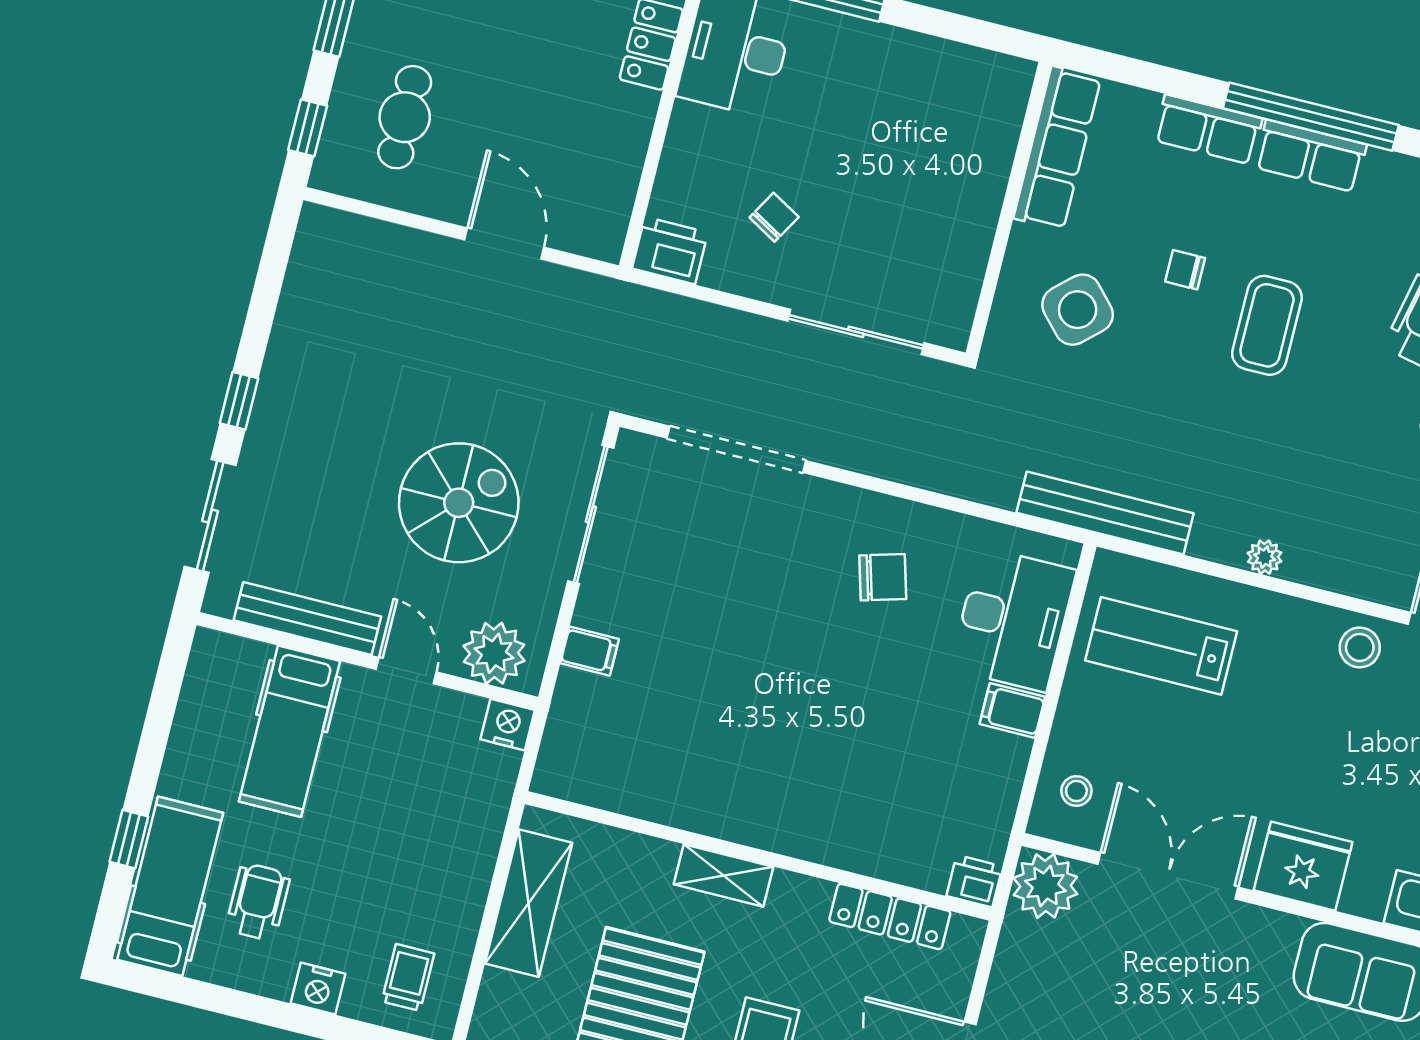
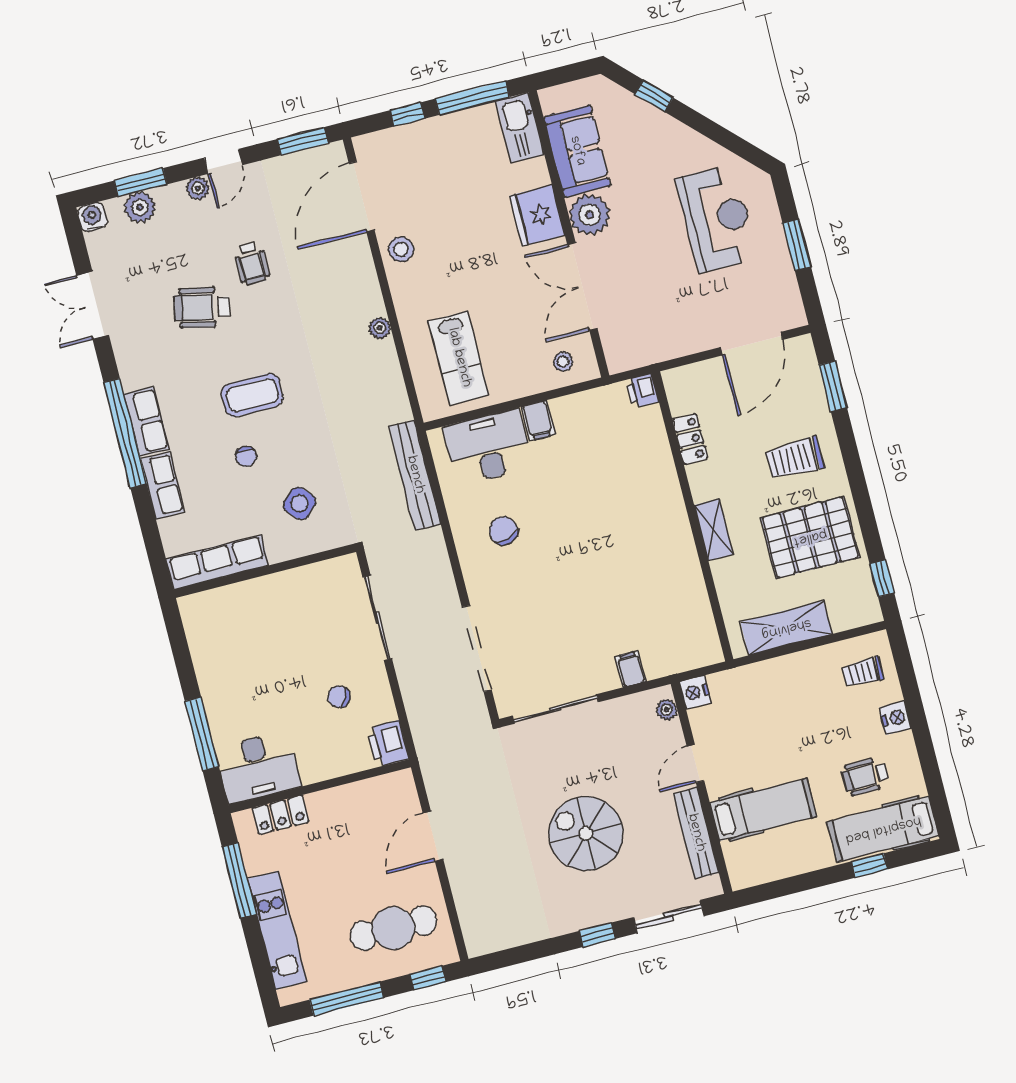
cafe table: (405, 117) -> (393, 928), width x1.37, depth x1.35
side table: (1078, 310) -> (300, 503), width x0.73, depth x0.73
spiral stairs: (459, 503) -> (586, 833), moved
bench: (1105, 513) -> (415, 475), moved
plant: (494, 653) -> (667, 710), width x0.53, depth x0.53
plant: (1045, 886) -> (590, 215), moved
locker: (890, 916) -> (690, 439), width x0.66

